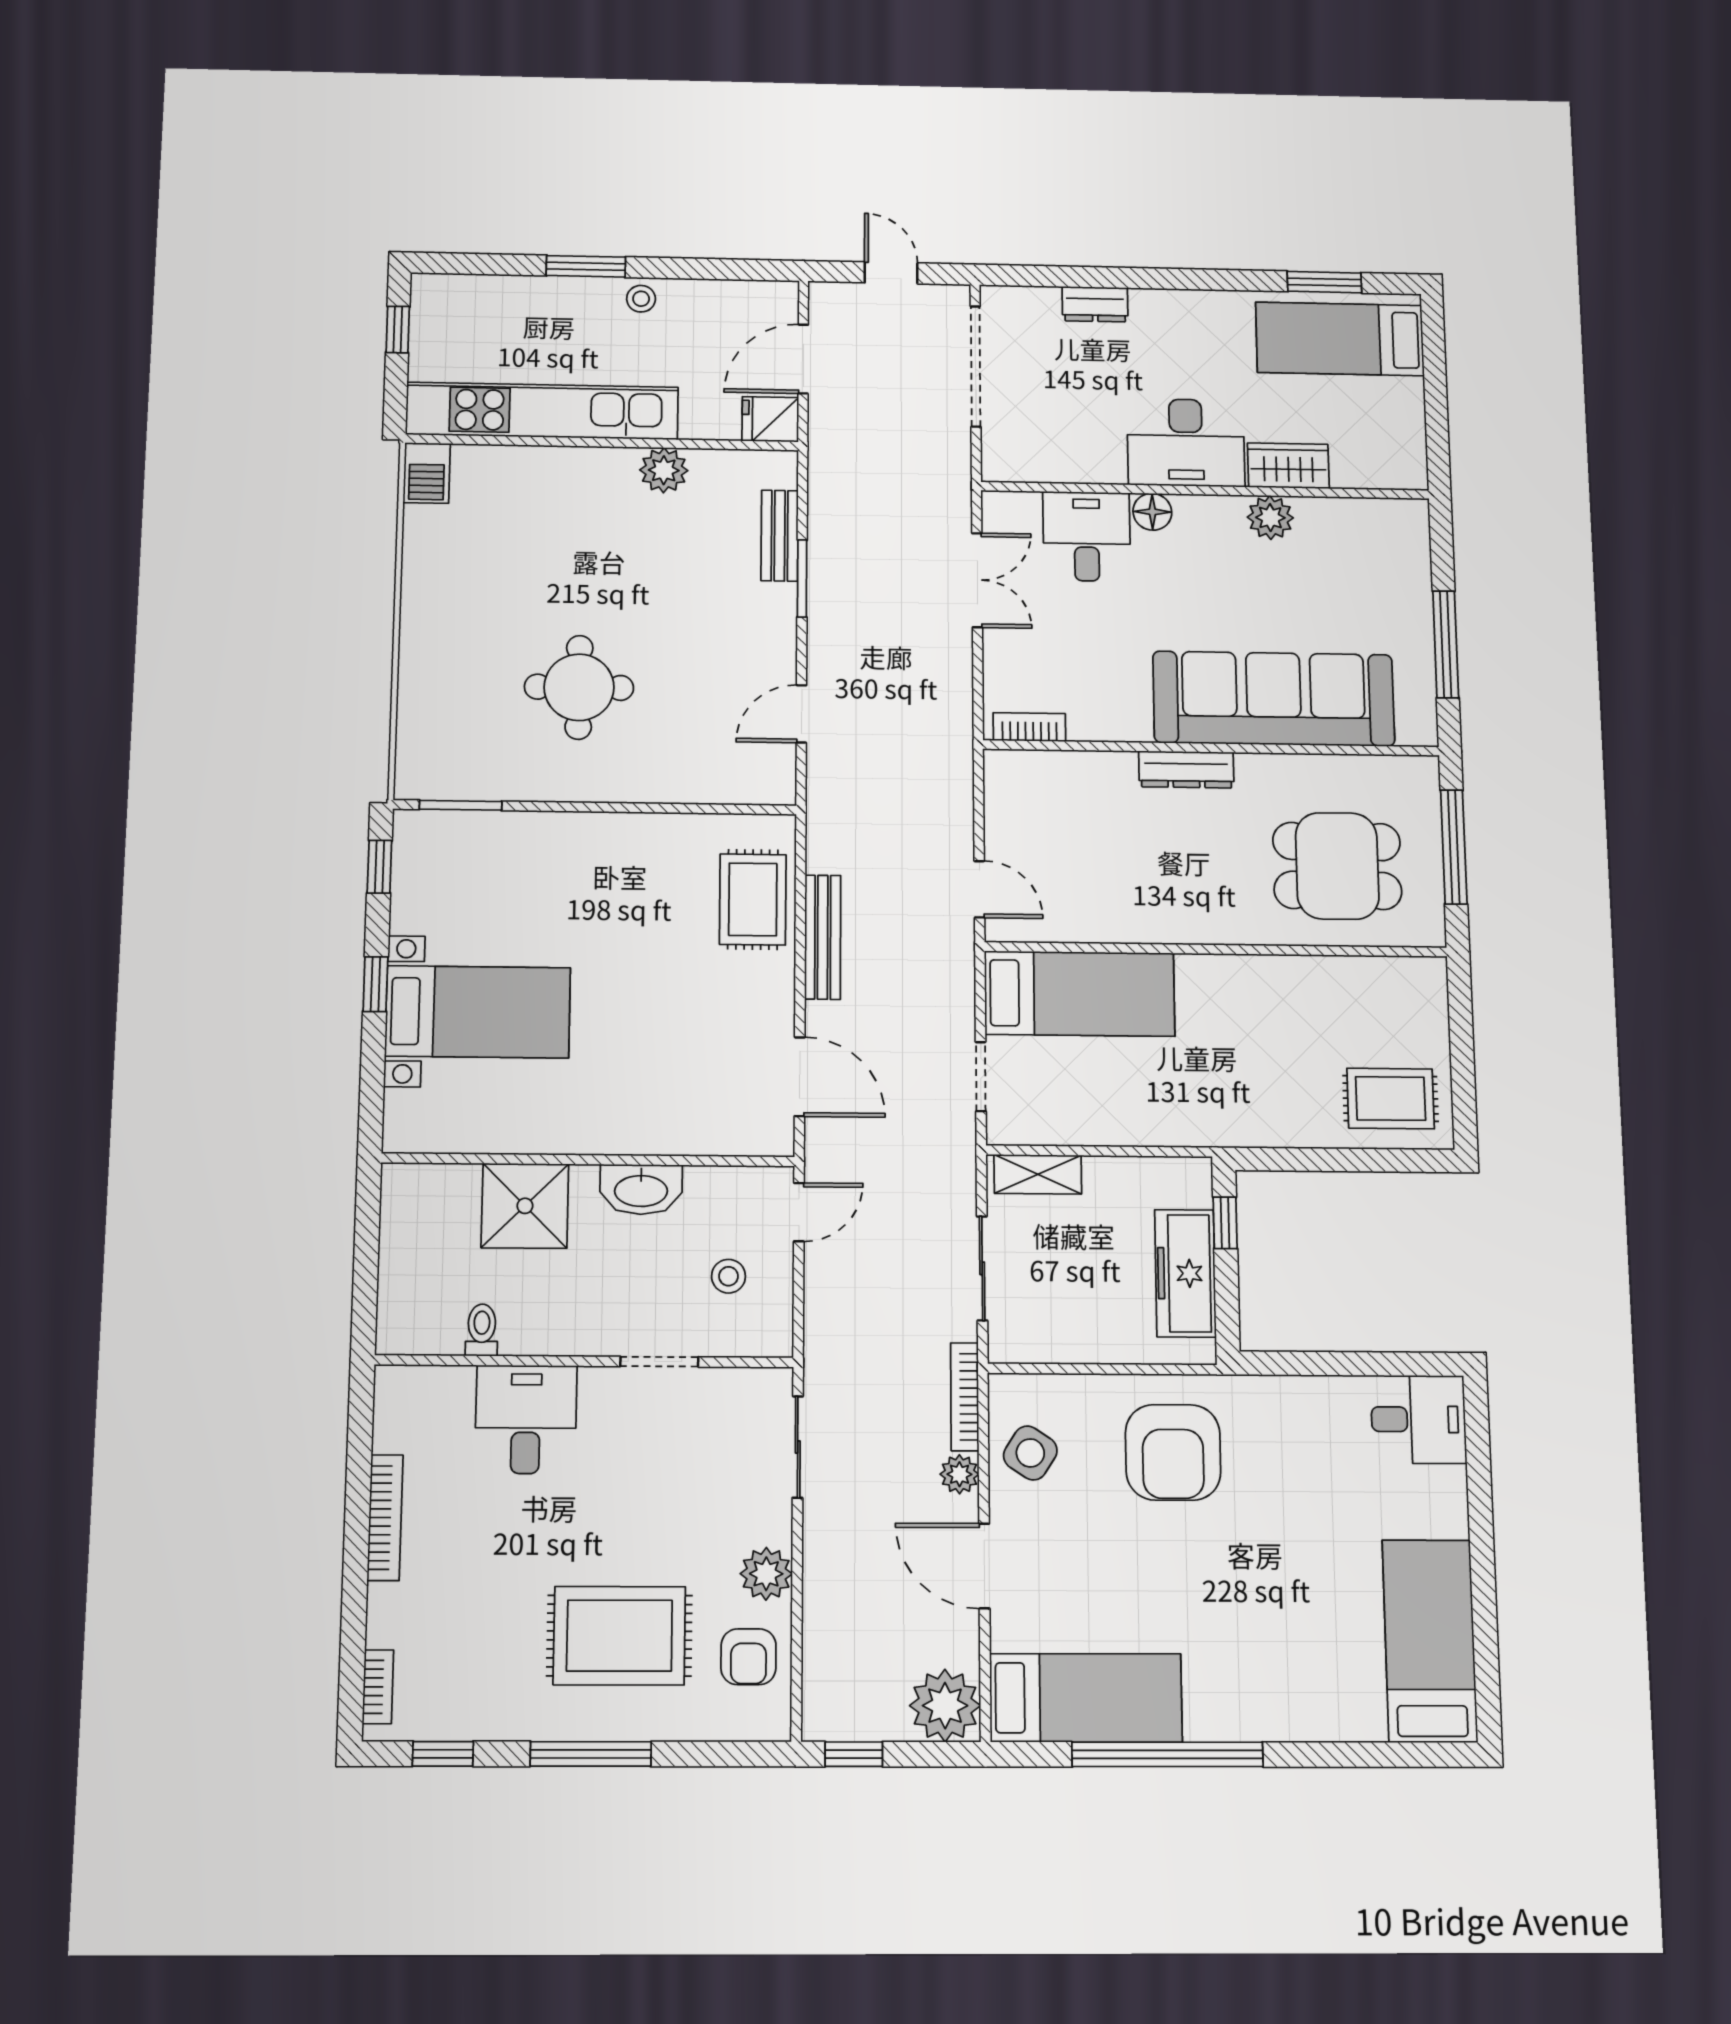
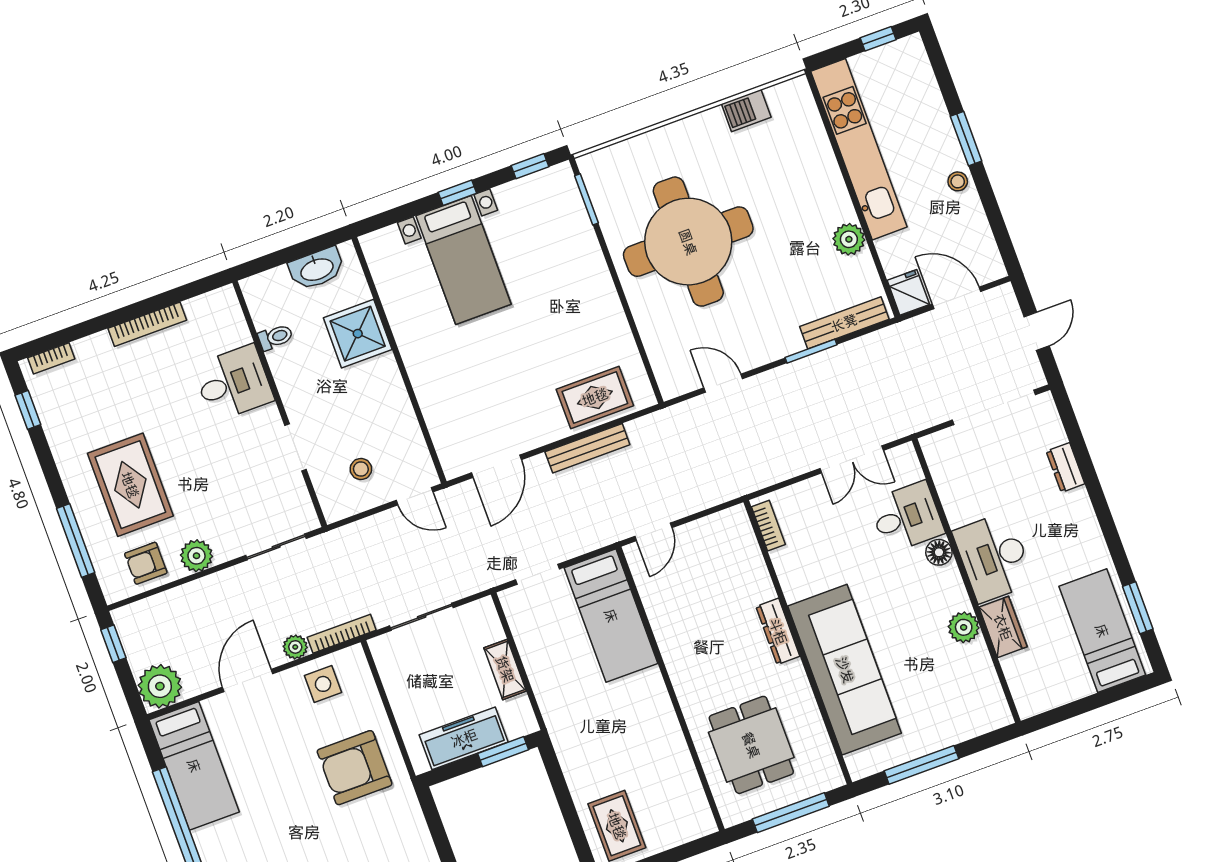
barbecue: (427, 473) -> (746, 111), moved
bench: (780, 536) -> (844, 323), width x1.36
round table: (579, 687) -> (688, 242), width x1.86, depth x1.86
shelving: (1038, 1174) -> (505, 669), moved
washbasin: (641, 1190) -> (317, 269), moved, turned -90
window: (1225, 1223) -> (503, 752), width x1.50
side table: (1030, 1453) -> (323, 684), turned -33
window: (591, 1754) -> (76, 541), moved

